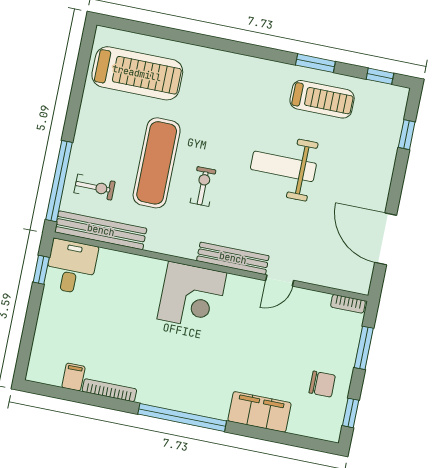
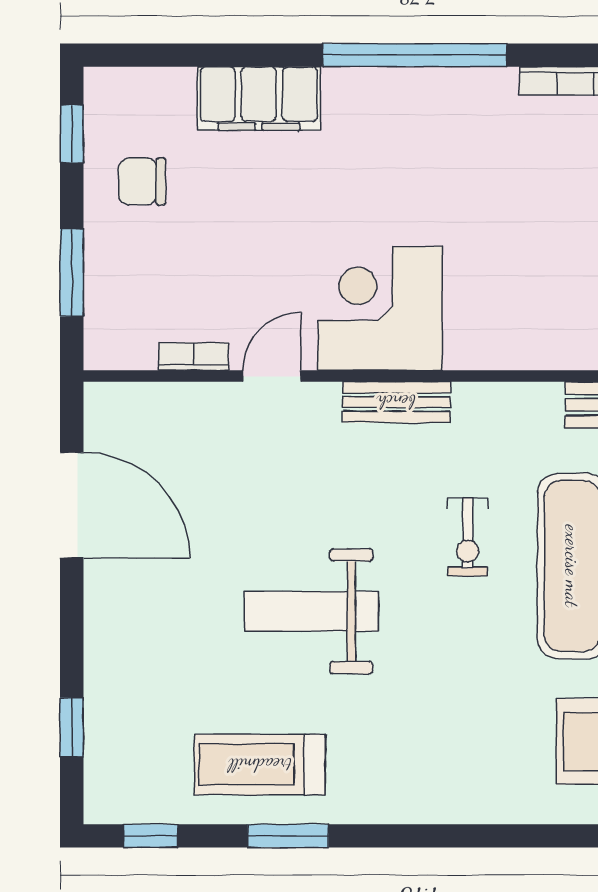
weight bench: (283, 166) -> (311, 611), turned 180
bench: (233, 258) -> (396, 402), width x0.73
corner desk: (192, 296) -> (380, 308), moved
bookcase: (348, 304) -> (193, 357), moved

